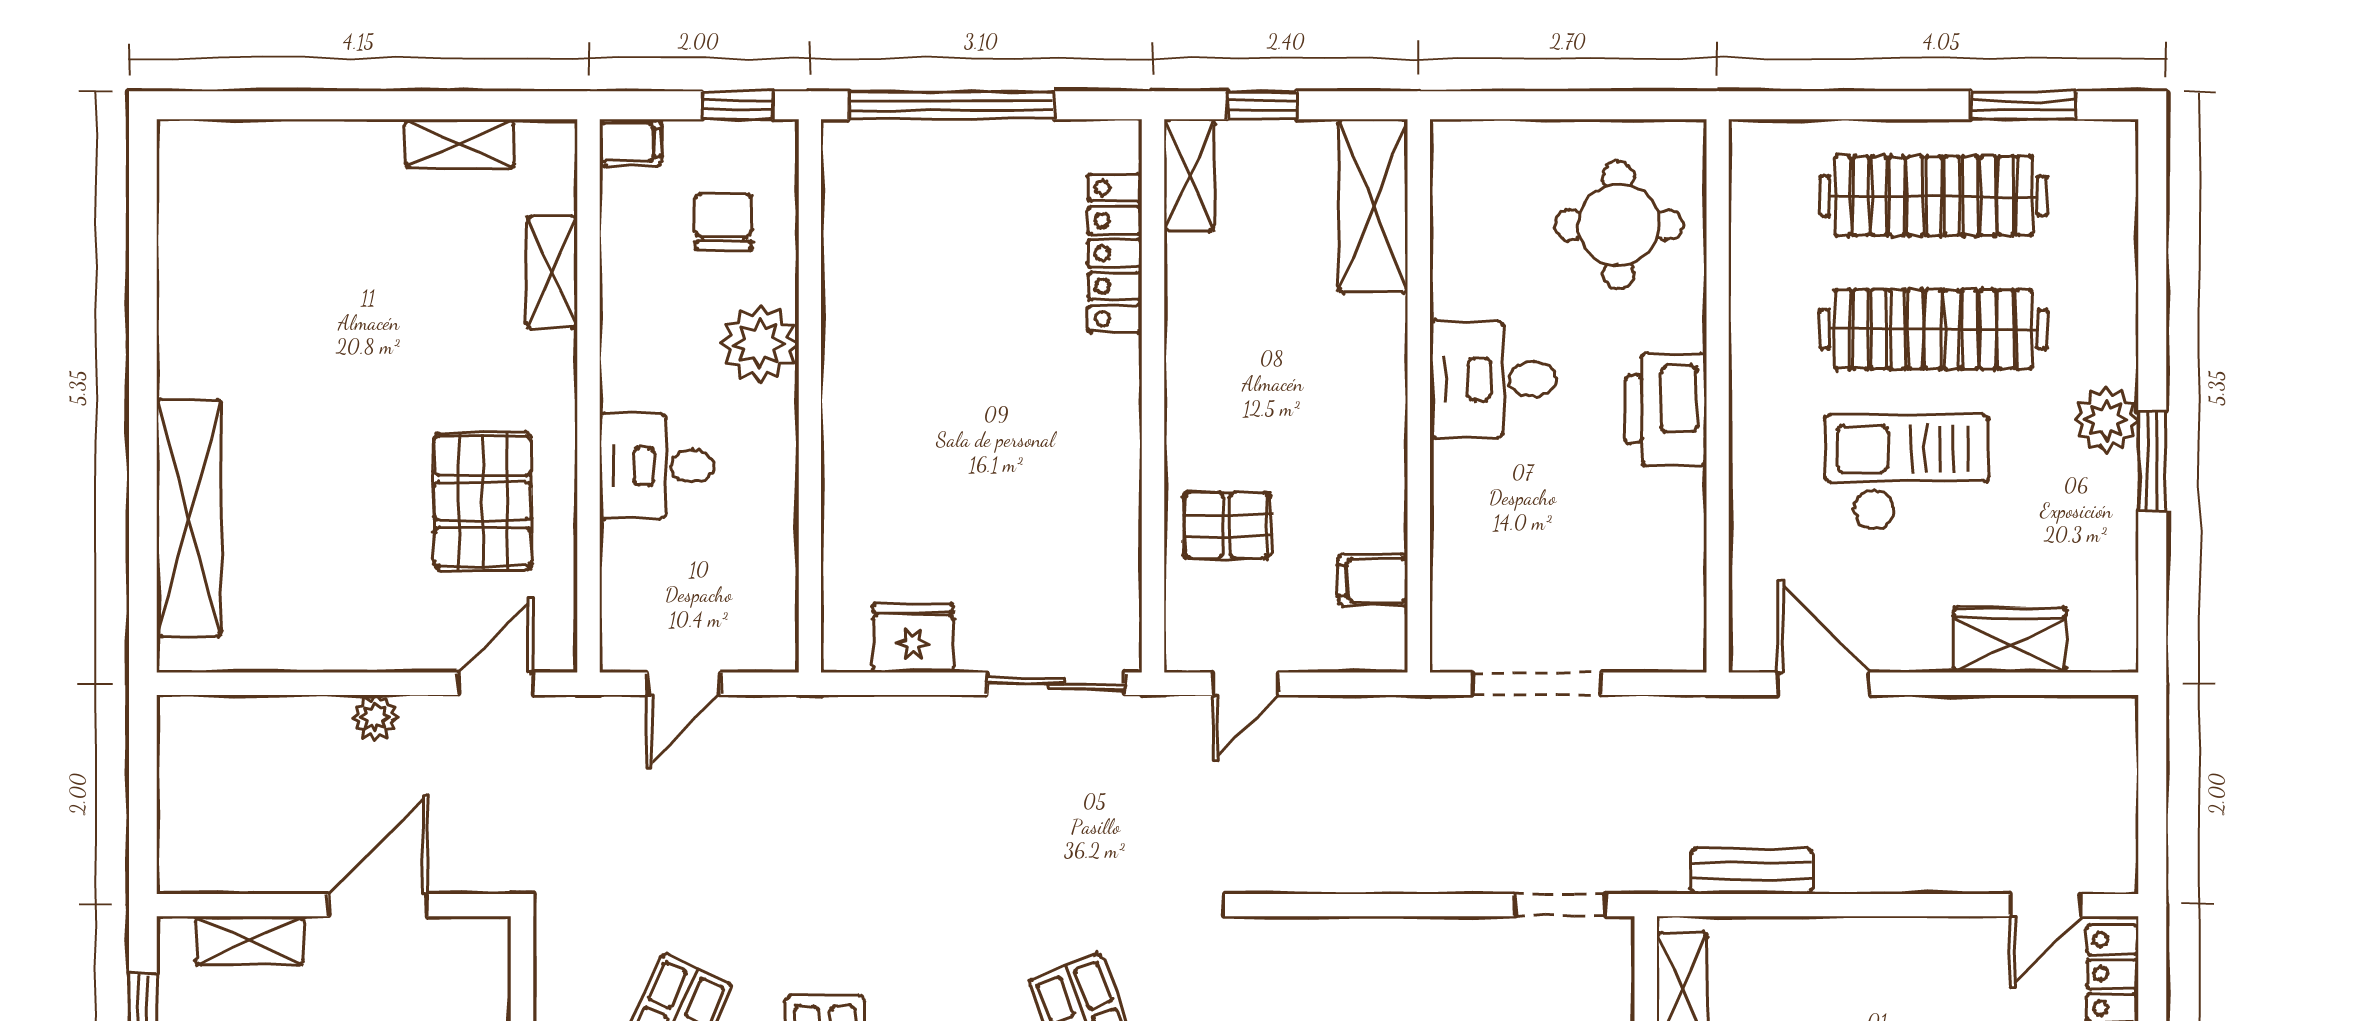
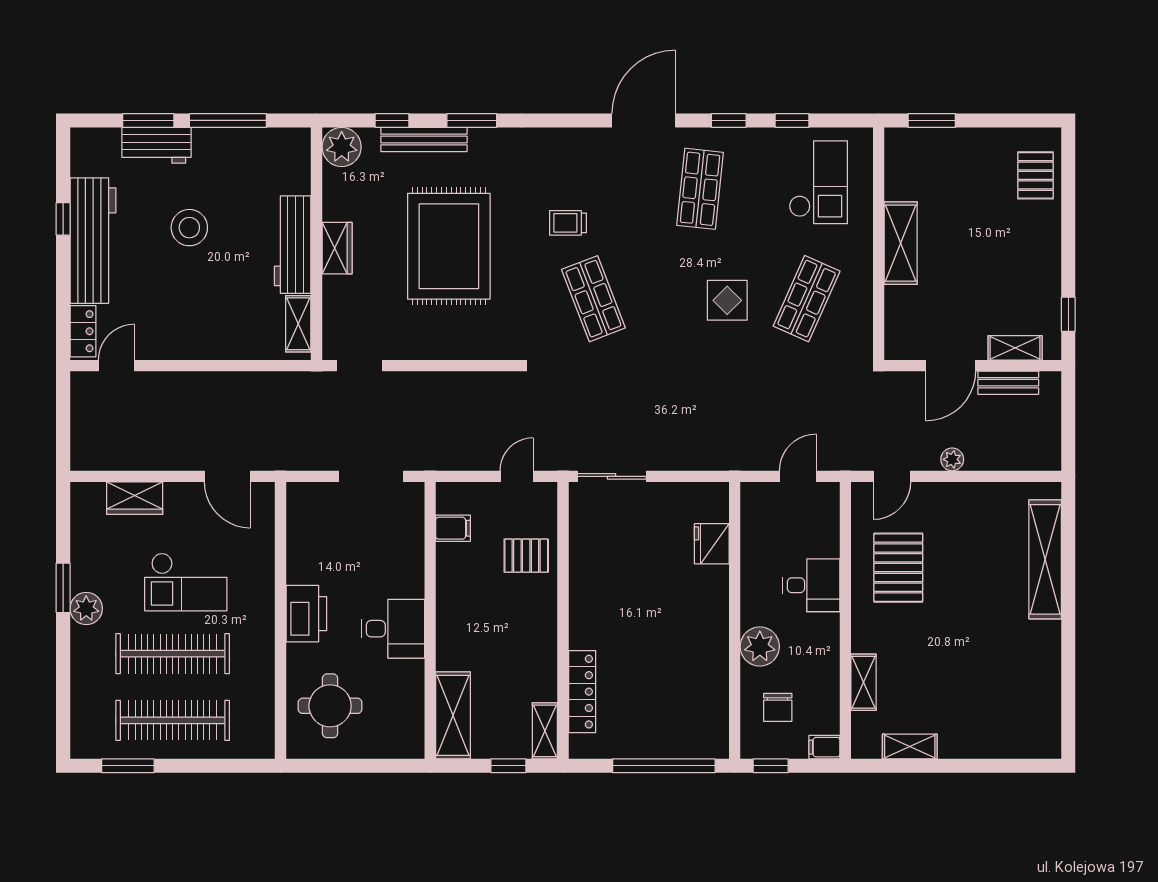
fridge: (913, 638) -> (712, 544), moved, turned 90
bench: (1752, 871) -> (1008, 383), moved

